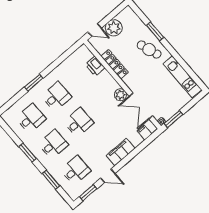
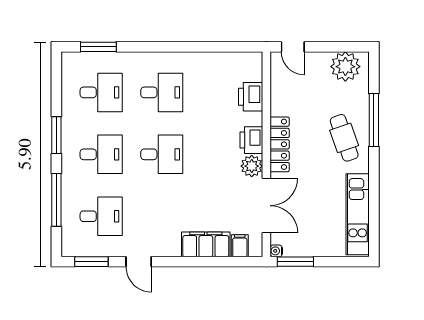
plant: (114, 28) -> (345, 67), moved
window: (155, 31) -> (374, 120), width x1.44
locker: (115, 64) -> (280, 144), moved
window: (34, 83) -> (98, 47), moved
printer: (111, 84) -> (251, 140), added
double door: (141, 106) -> (266, 206), swing flipped
filing cabinet: (121, 152) -> (206, 244), moved
window: (51, 180) -> (56, 200), width x1.44

